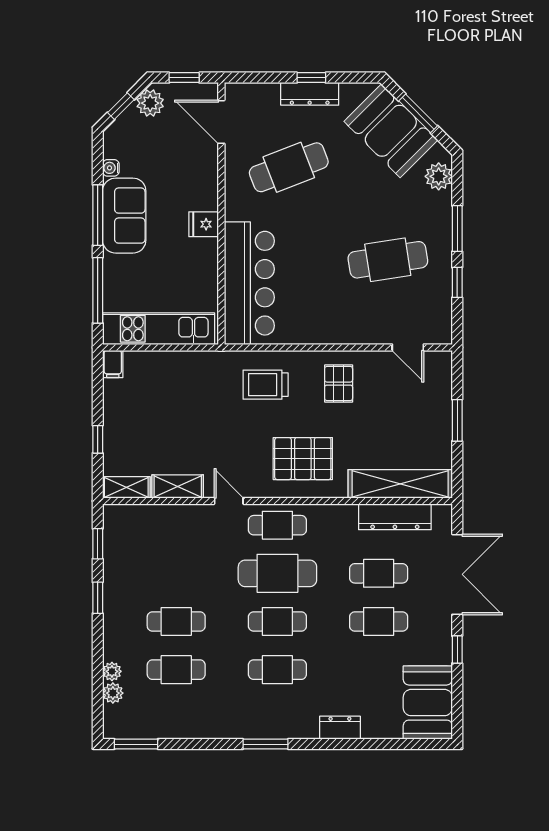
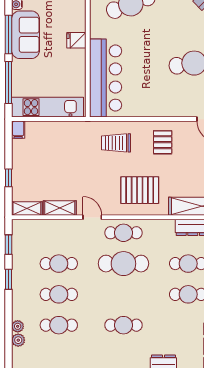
cafe table: (277, 621) -> (59, 264), moved

